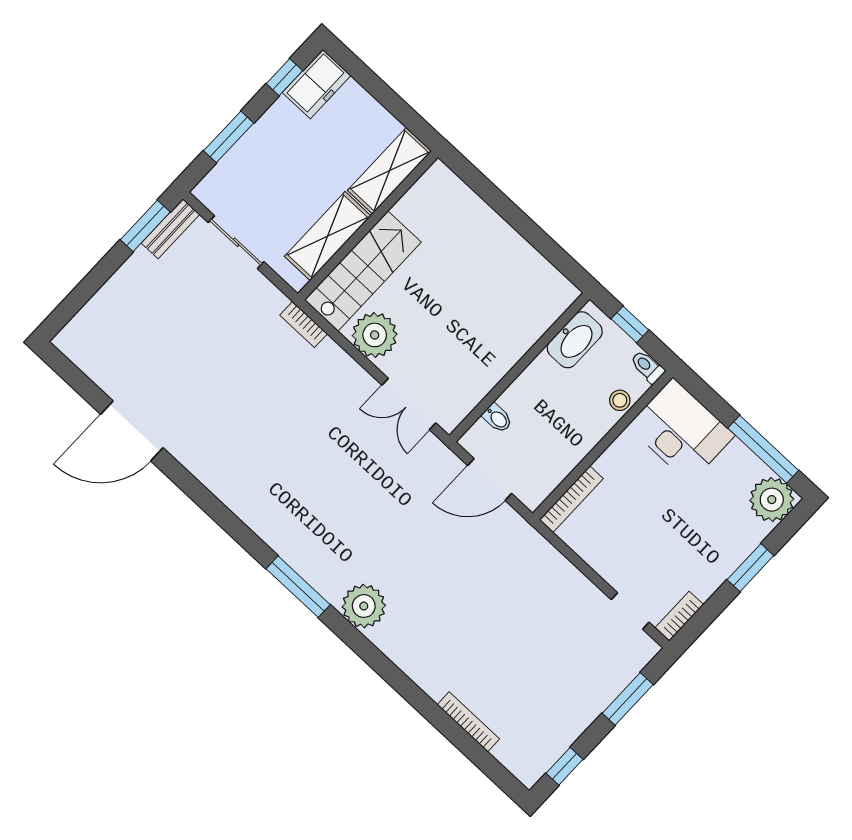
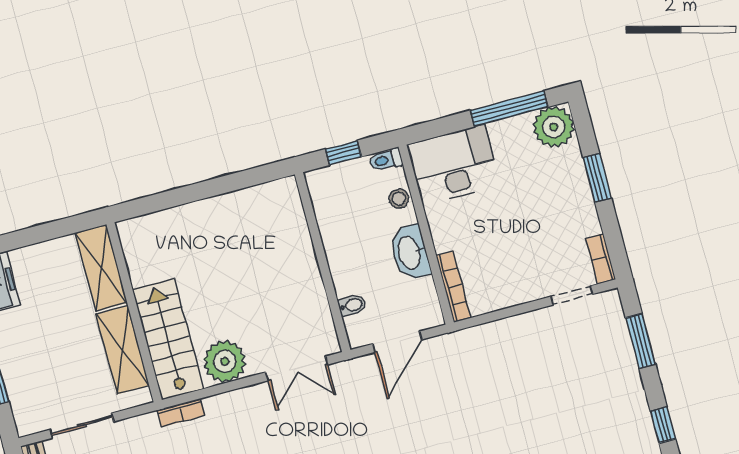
washbasin: (575, 340) -> (410, 253), moved, turned 180

